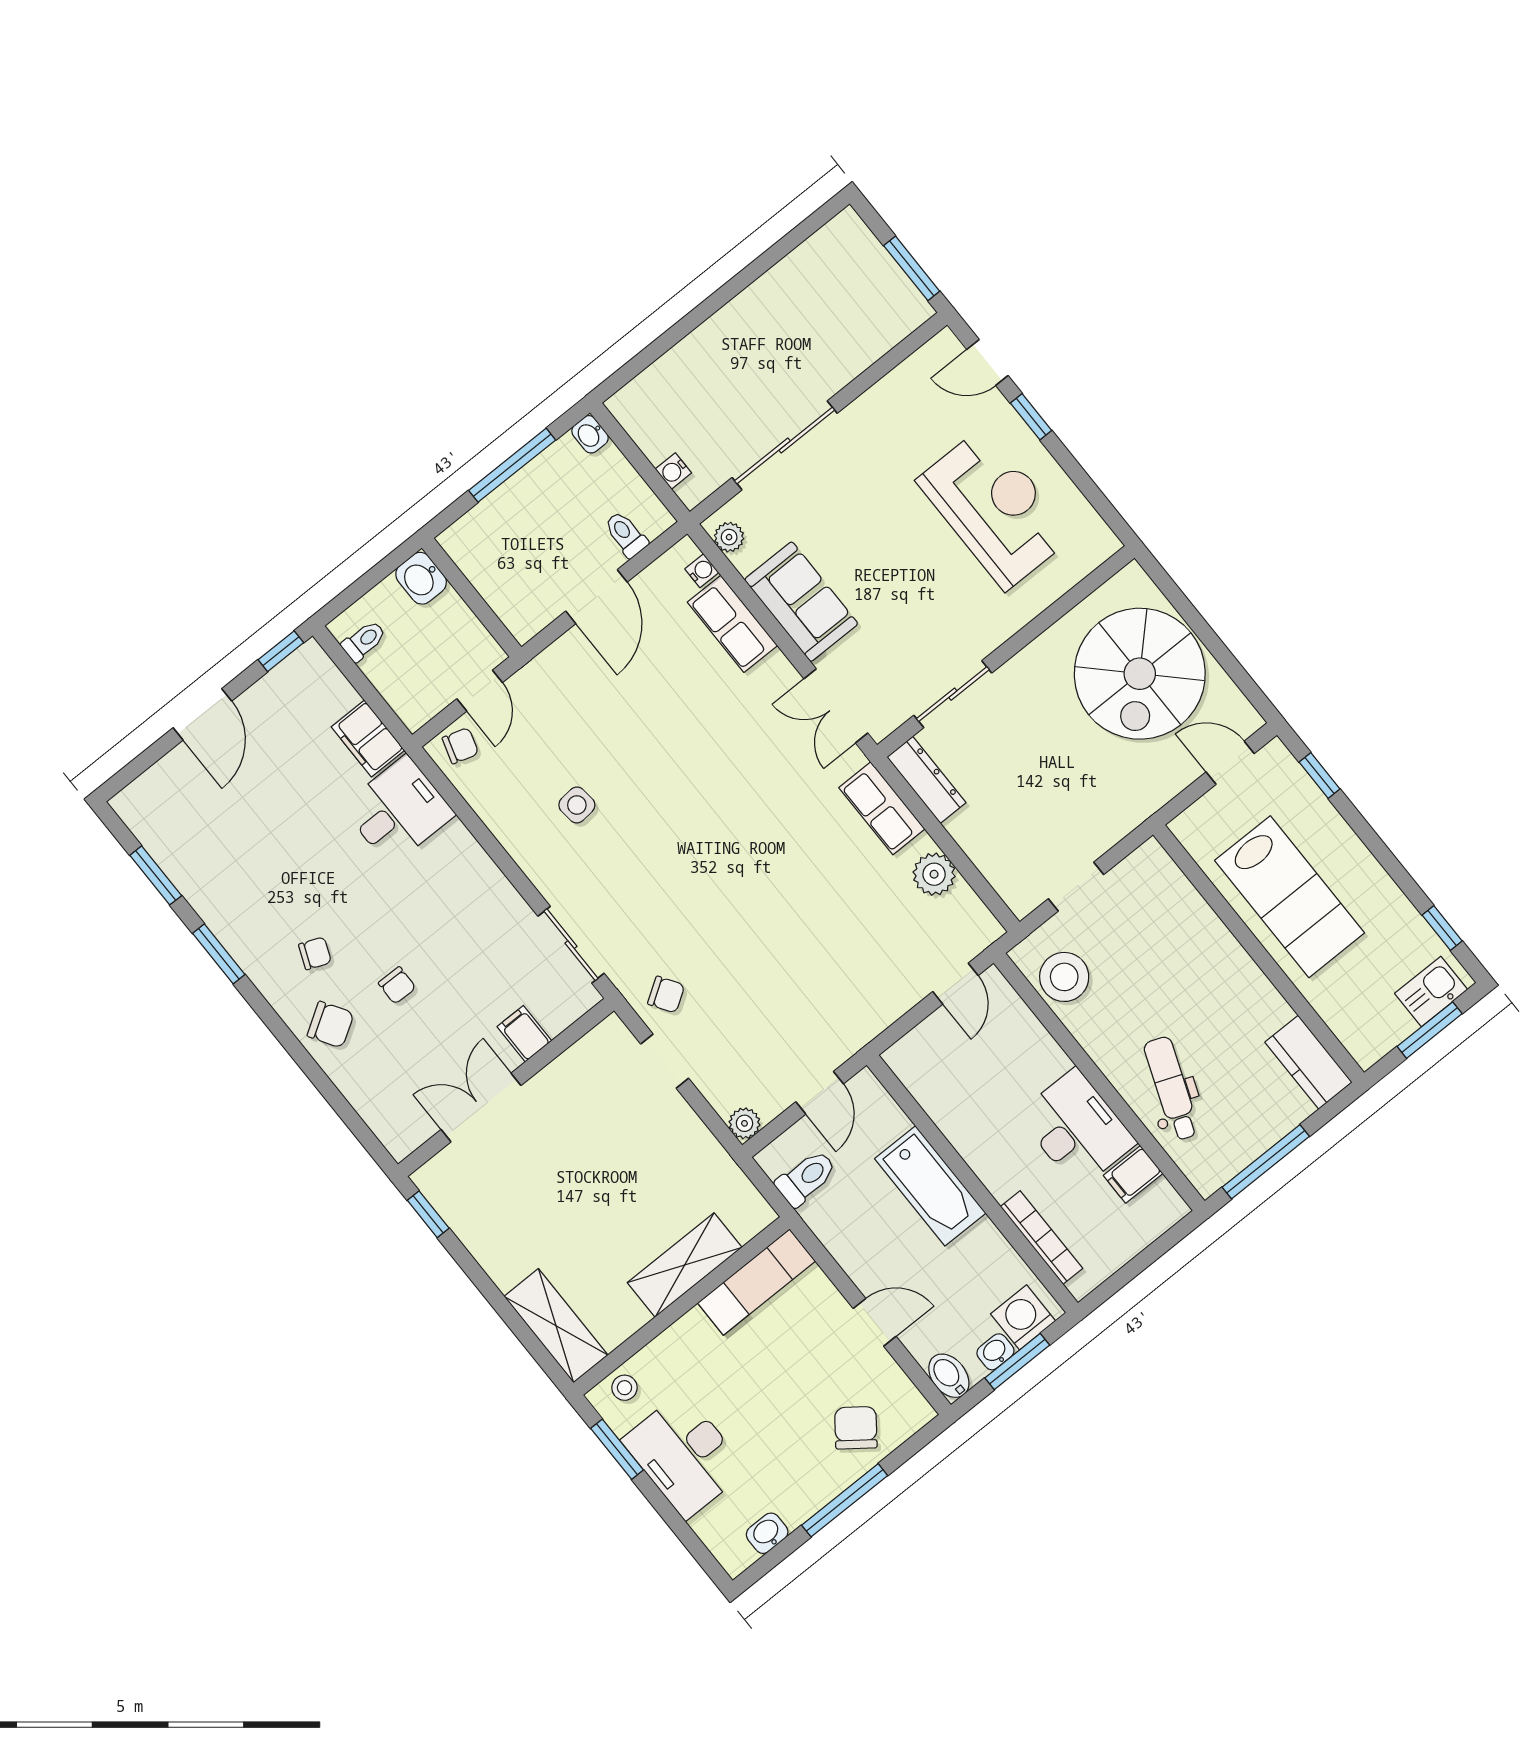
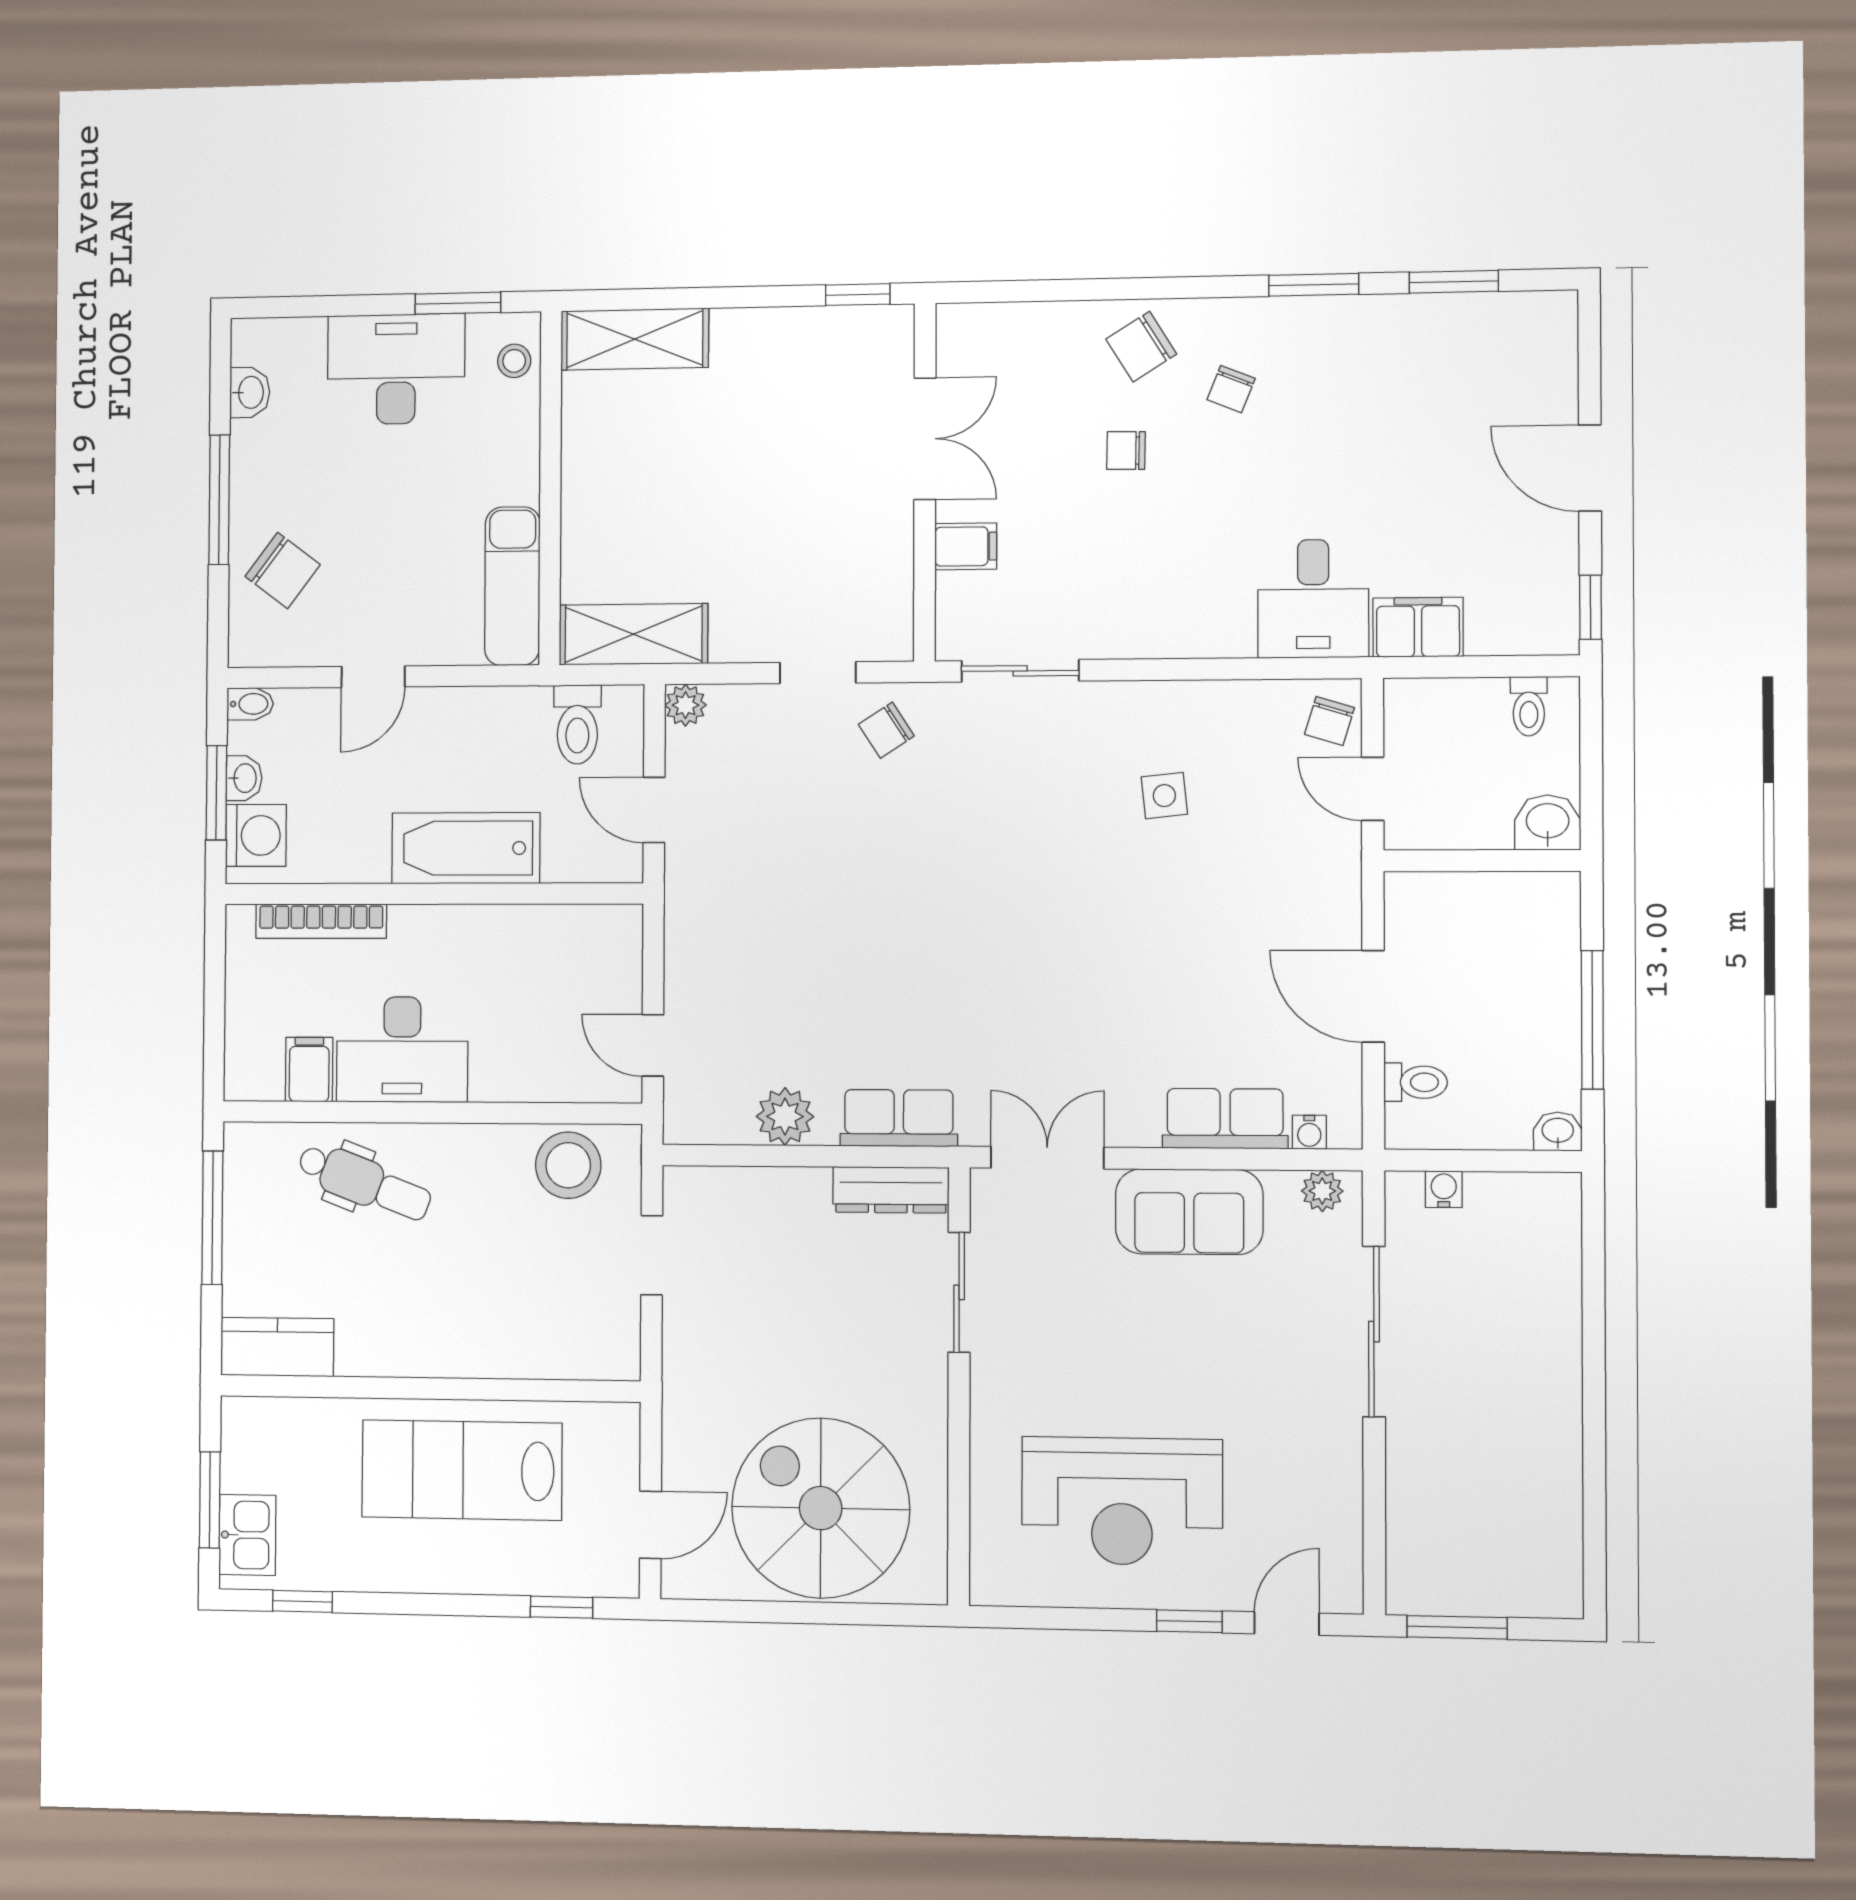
shelving: (685, 1265) -> (633, 634), moved, turned 90
bidet: (949, 1376) -> (250, 704), width x0.72, depth x0.74

